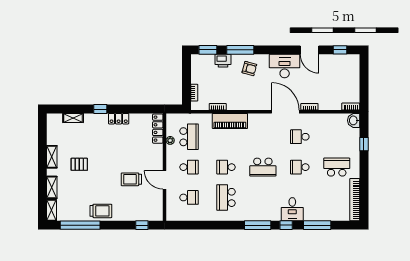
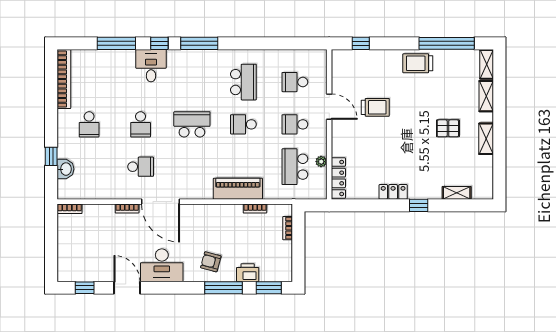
washbasin: (354, 120) -> (65, 169), moved
school desk: (226, 167) -> (243, 124), turned 180
school desk: (300, 167) -> (141, 124), turned 90
school desk: (337, 167) -> (89, 124), width x0.54

